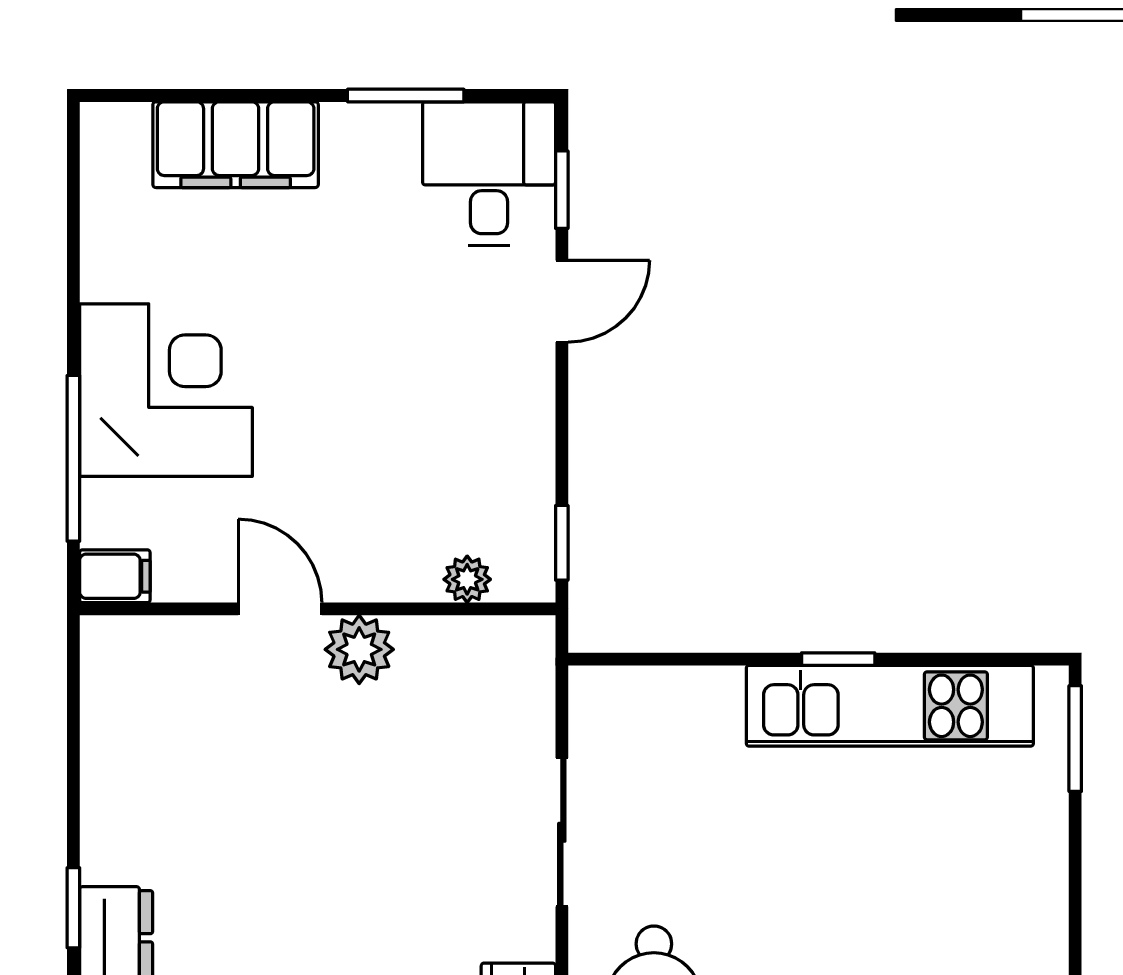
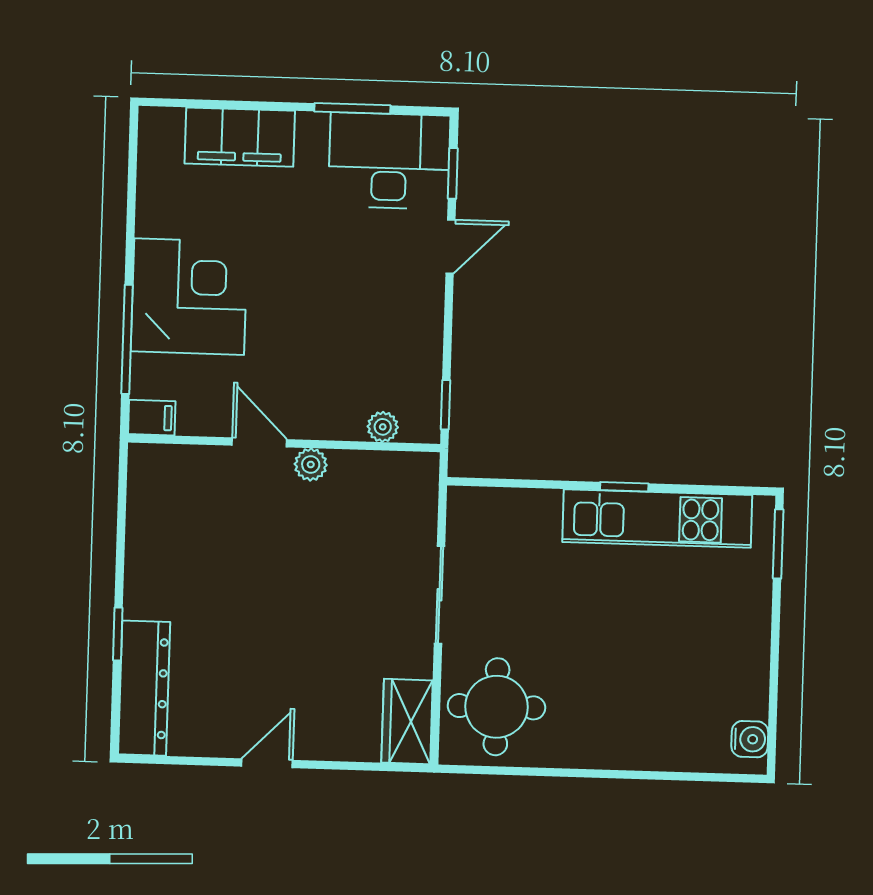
desk: (489, 173) -> (389, 161), width x1.37
plant: (359, 649) -> (311, 464), width x0.73, depth x0.73

